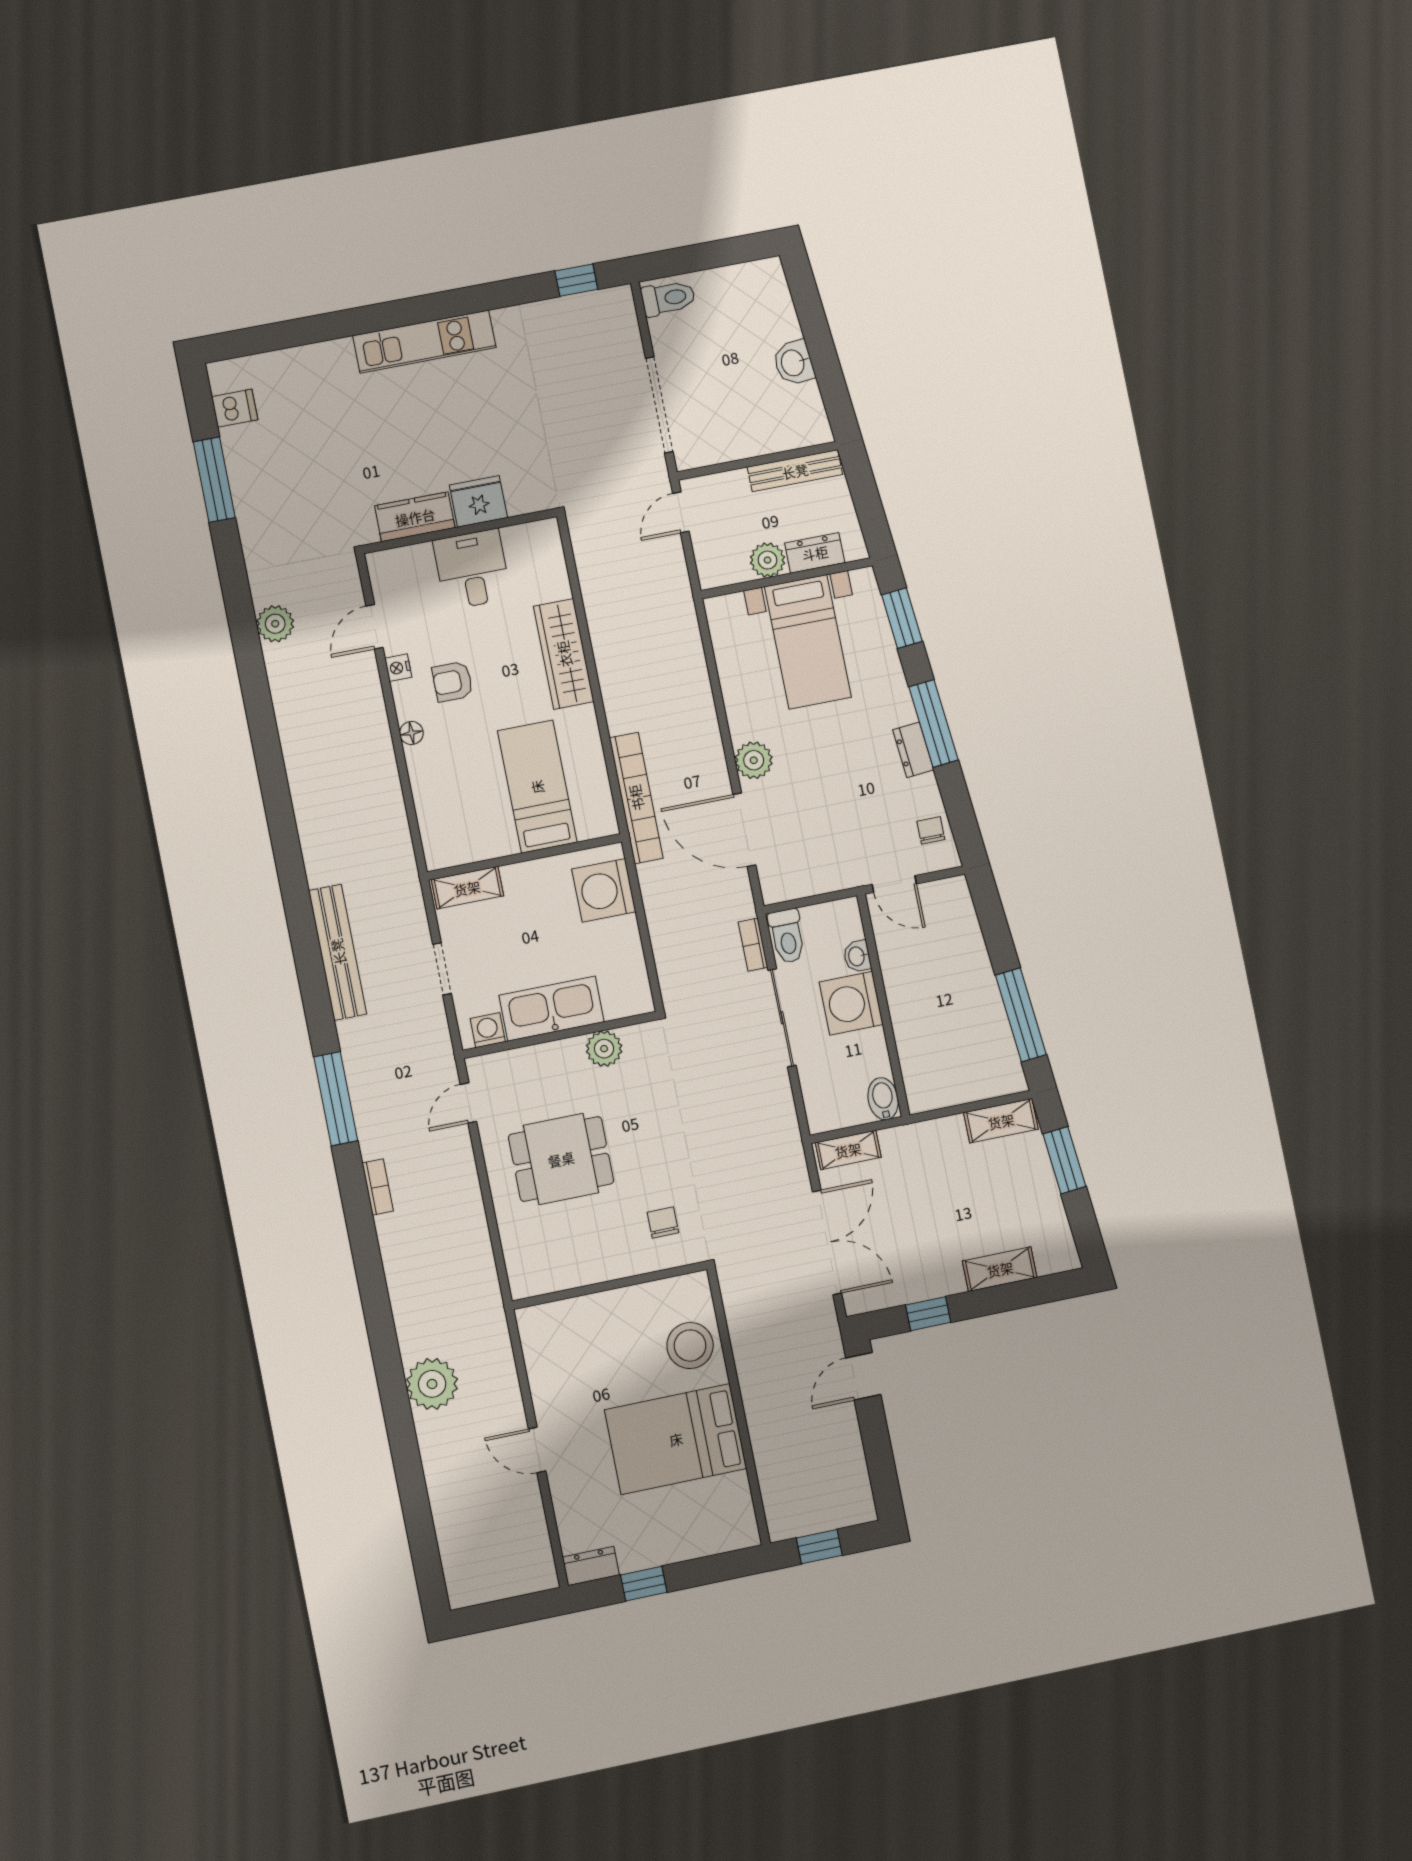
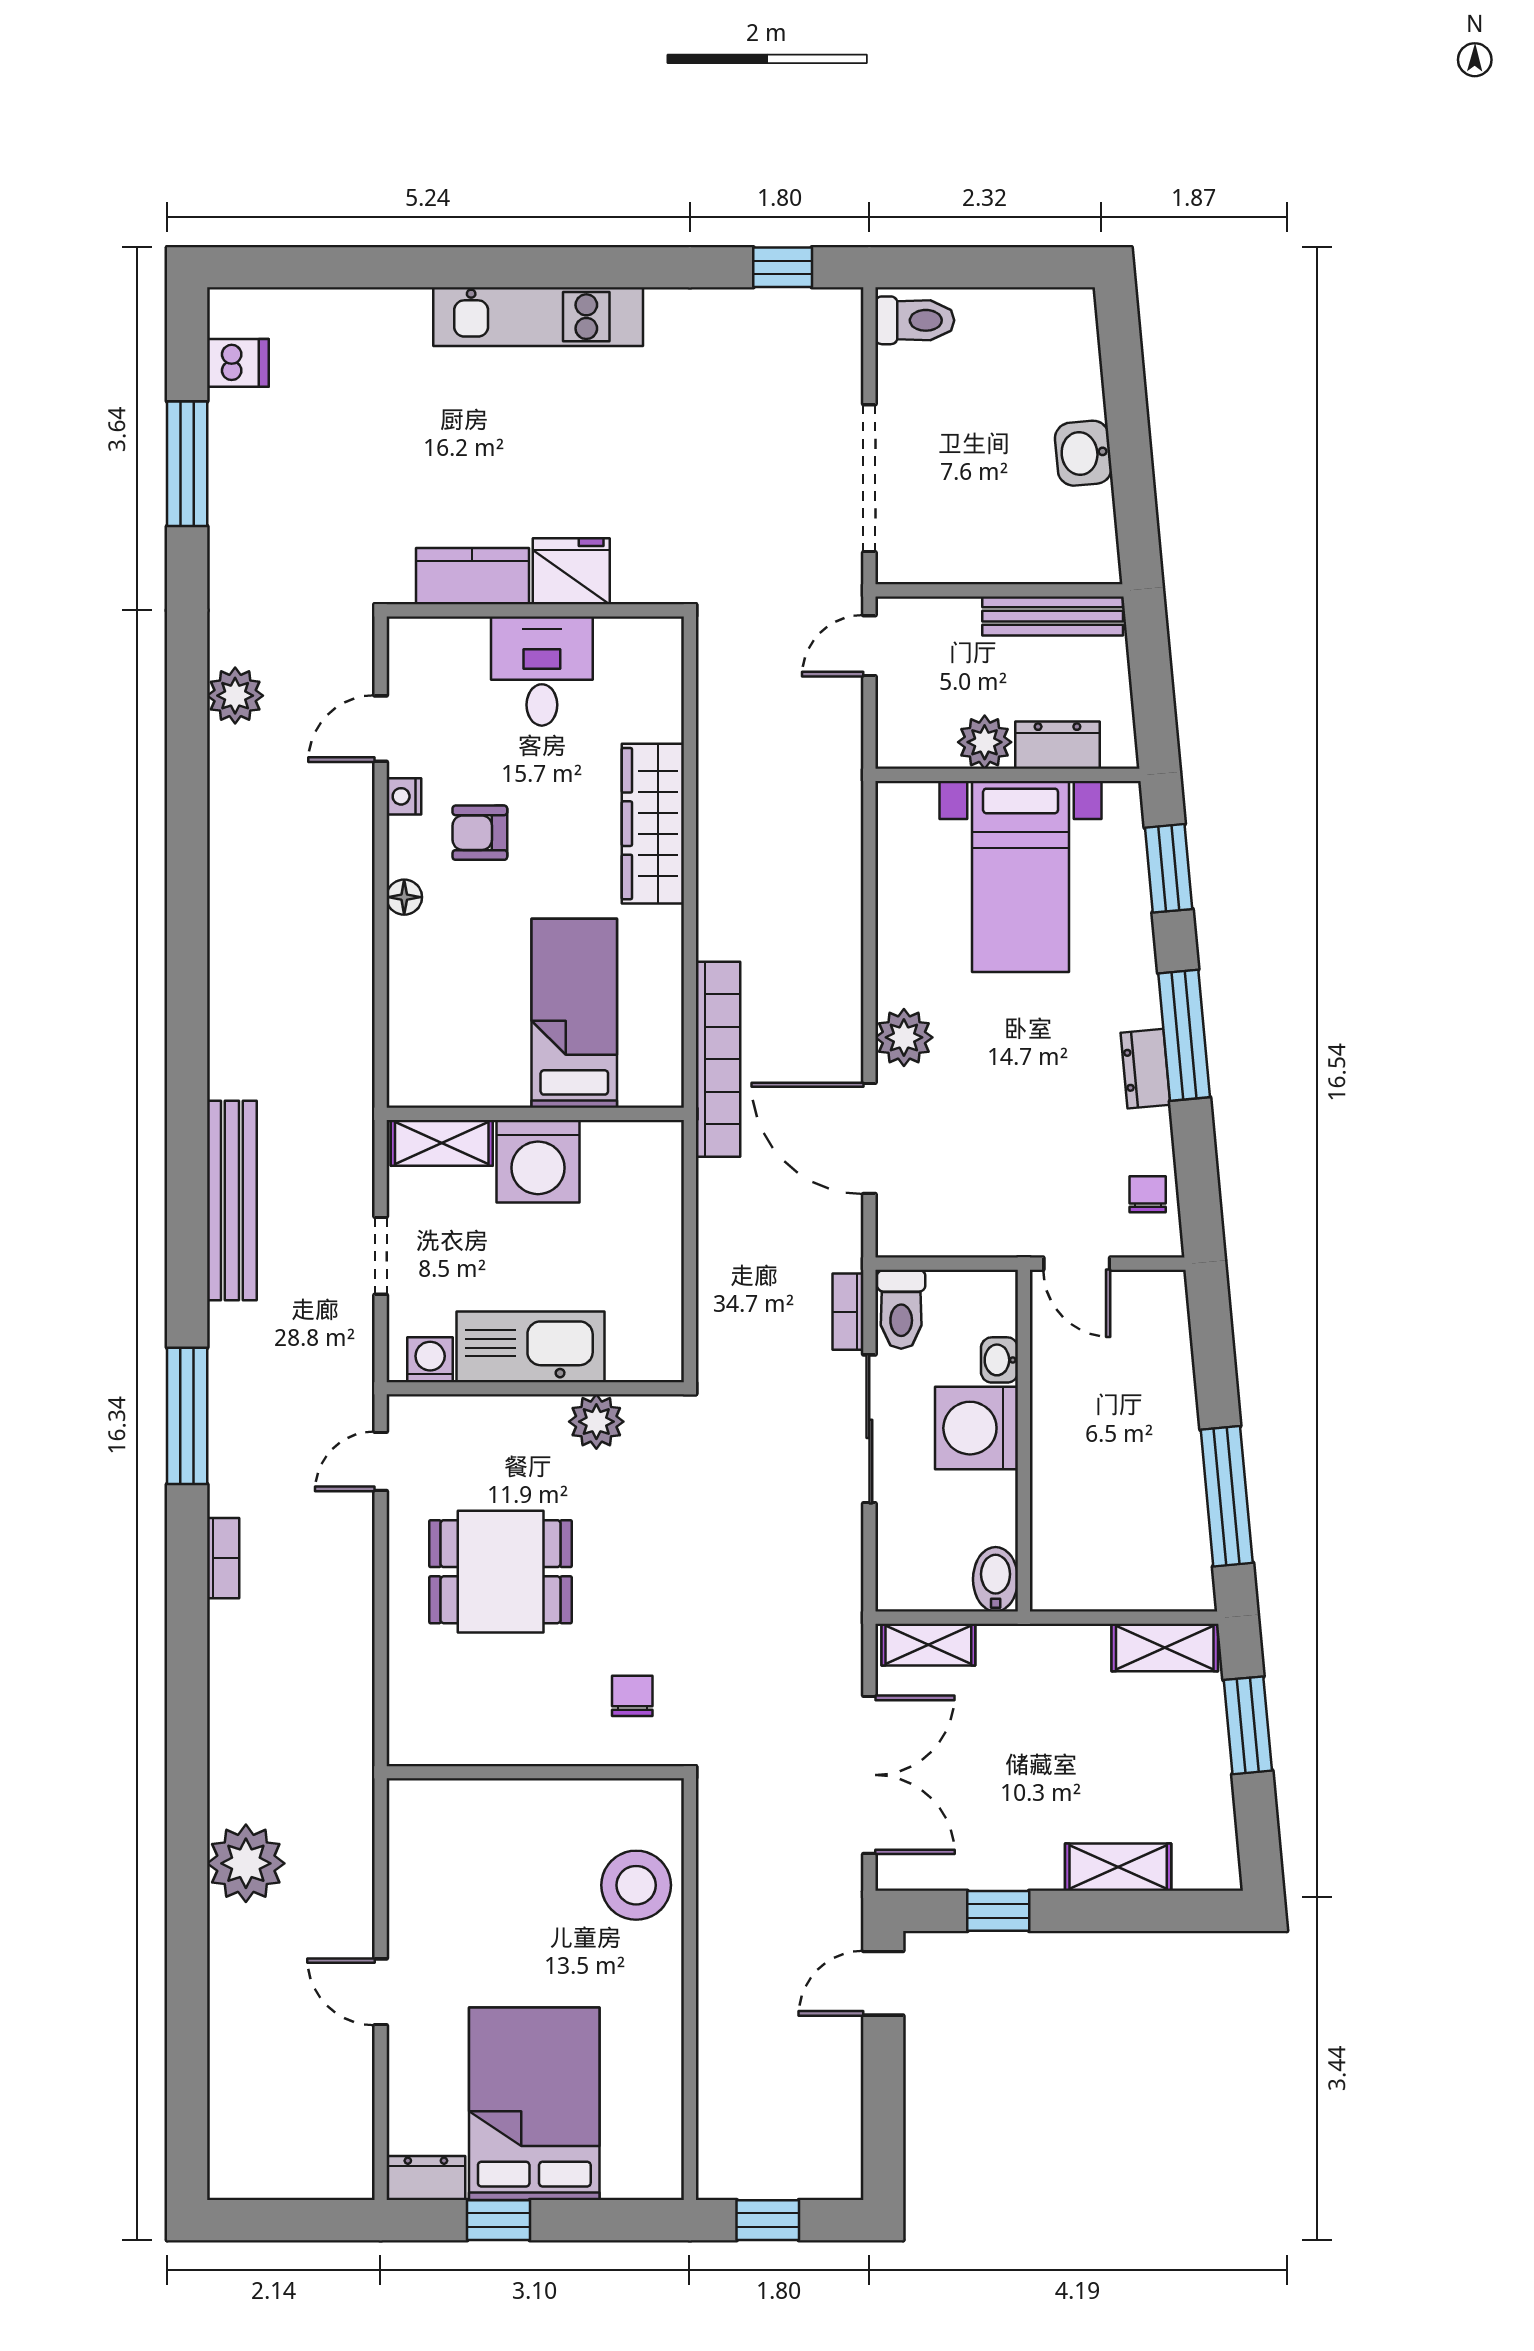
washing machine: (604, 890) -> (538, 1161), moved, turned -90
bed: (676, 1439) -> (534, 2104), moved, turned 90

